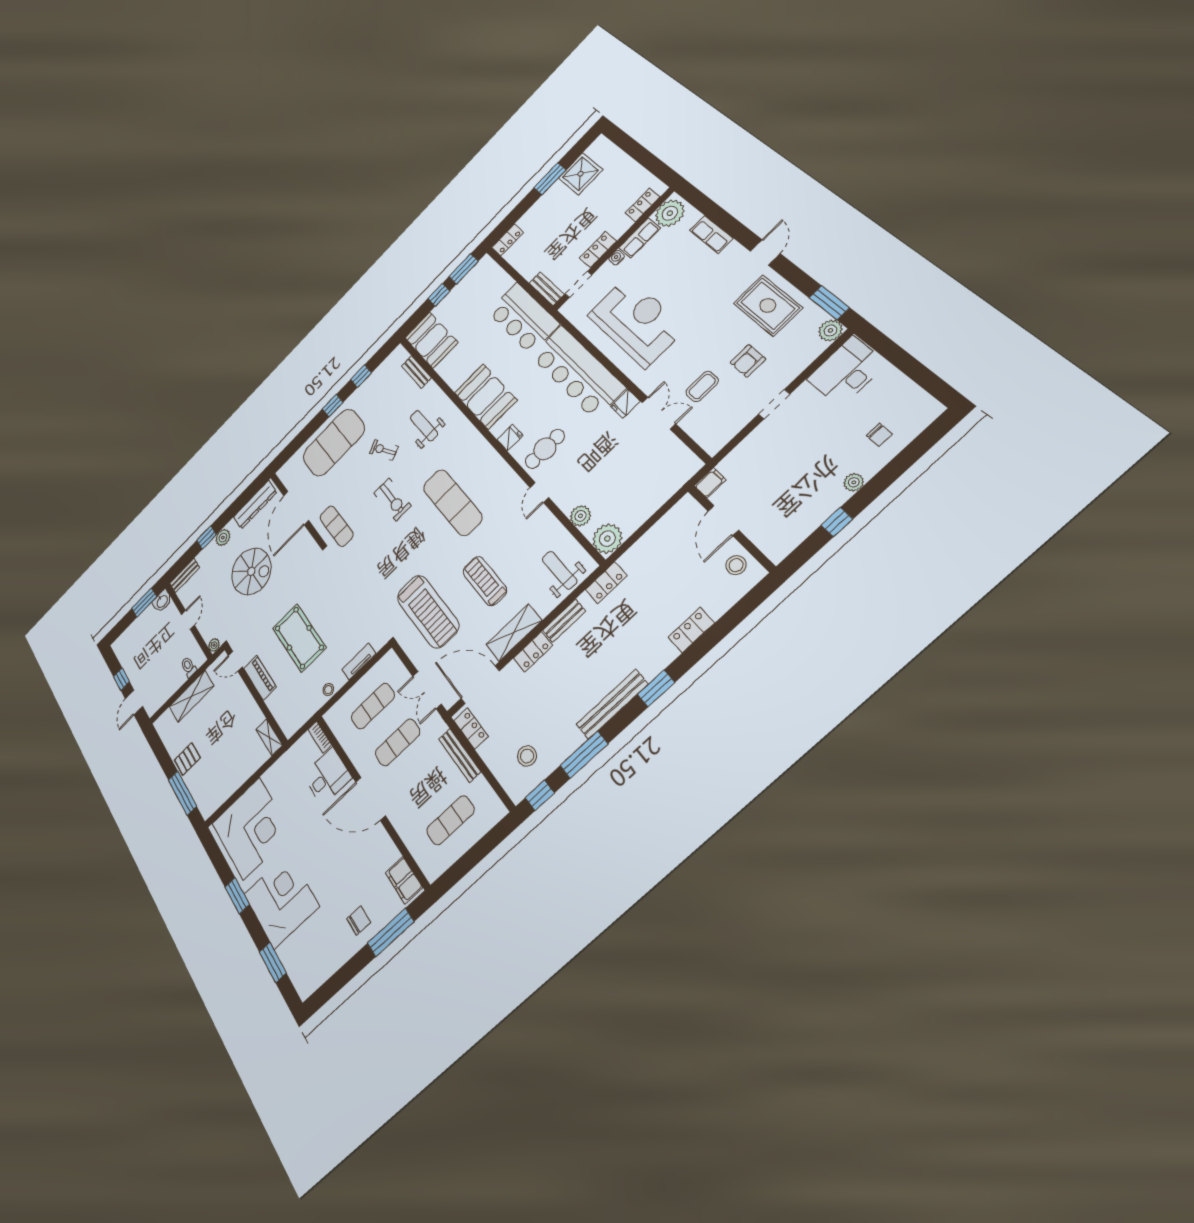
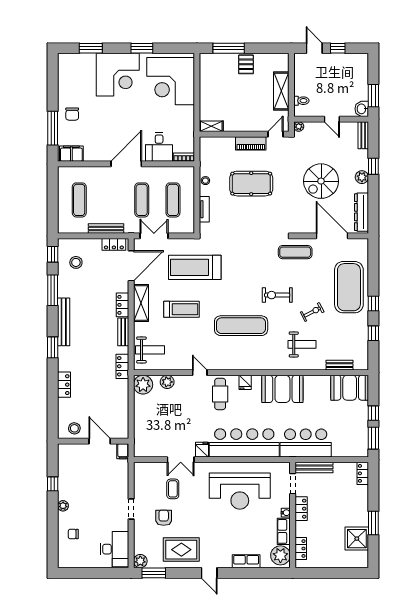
bench: (546, 289) -> (314, 467), width x1.36

